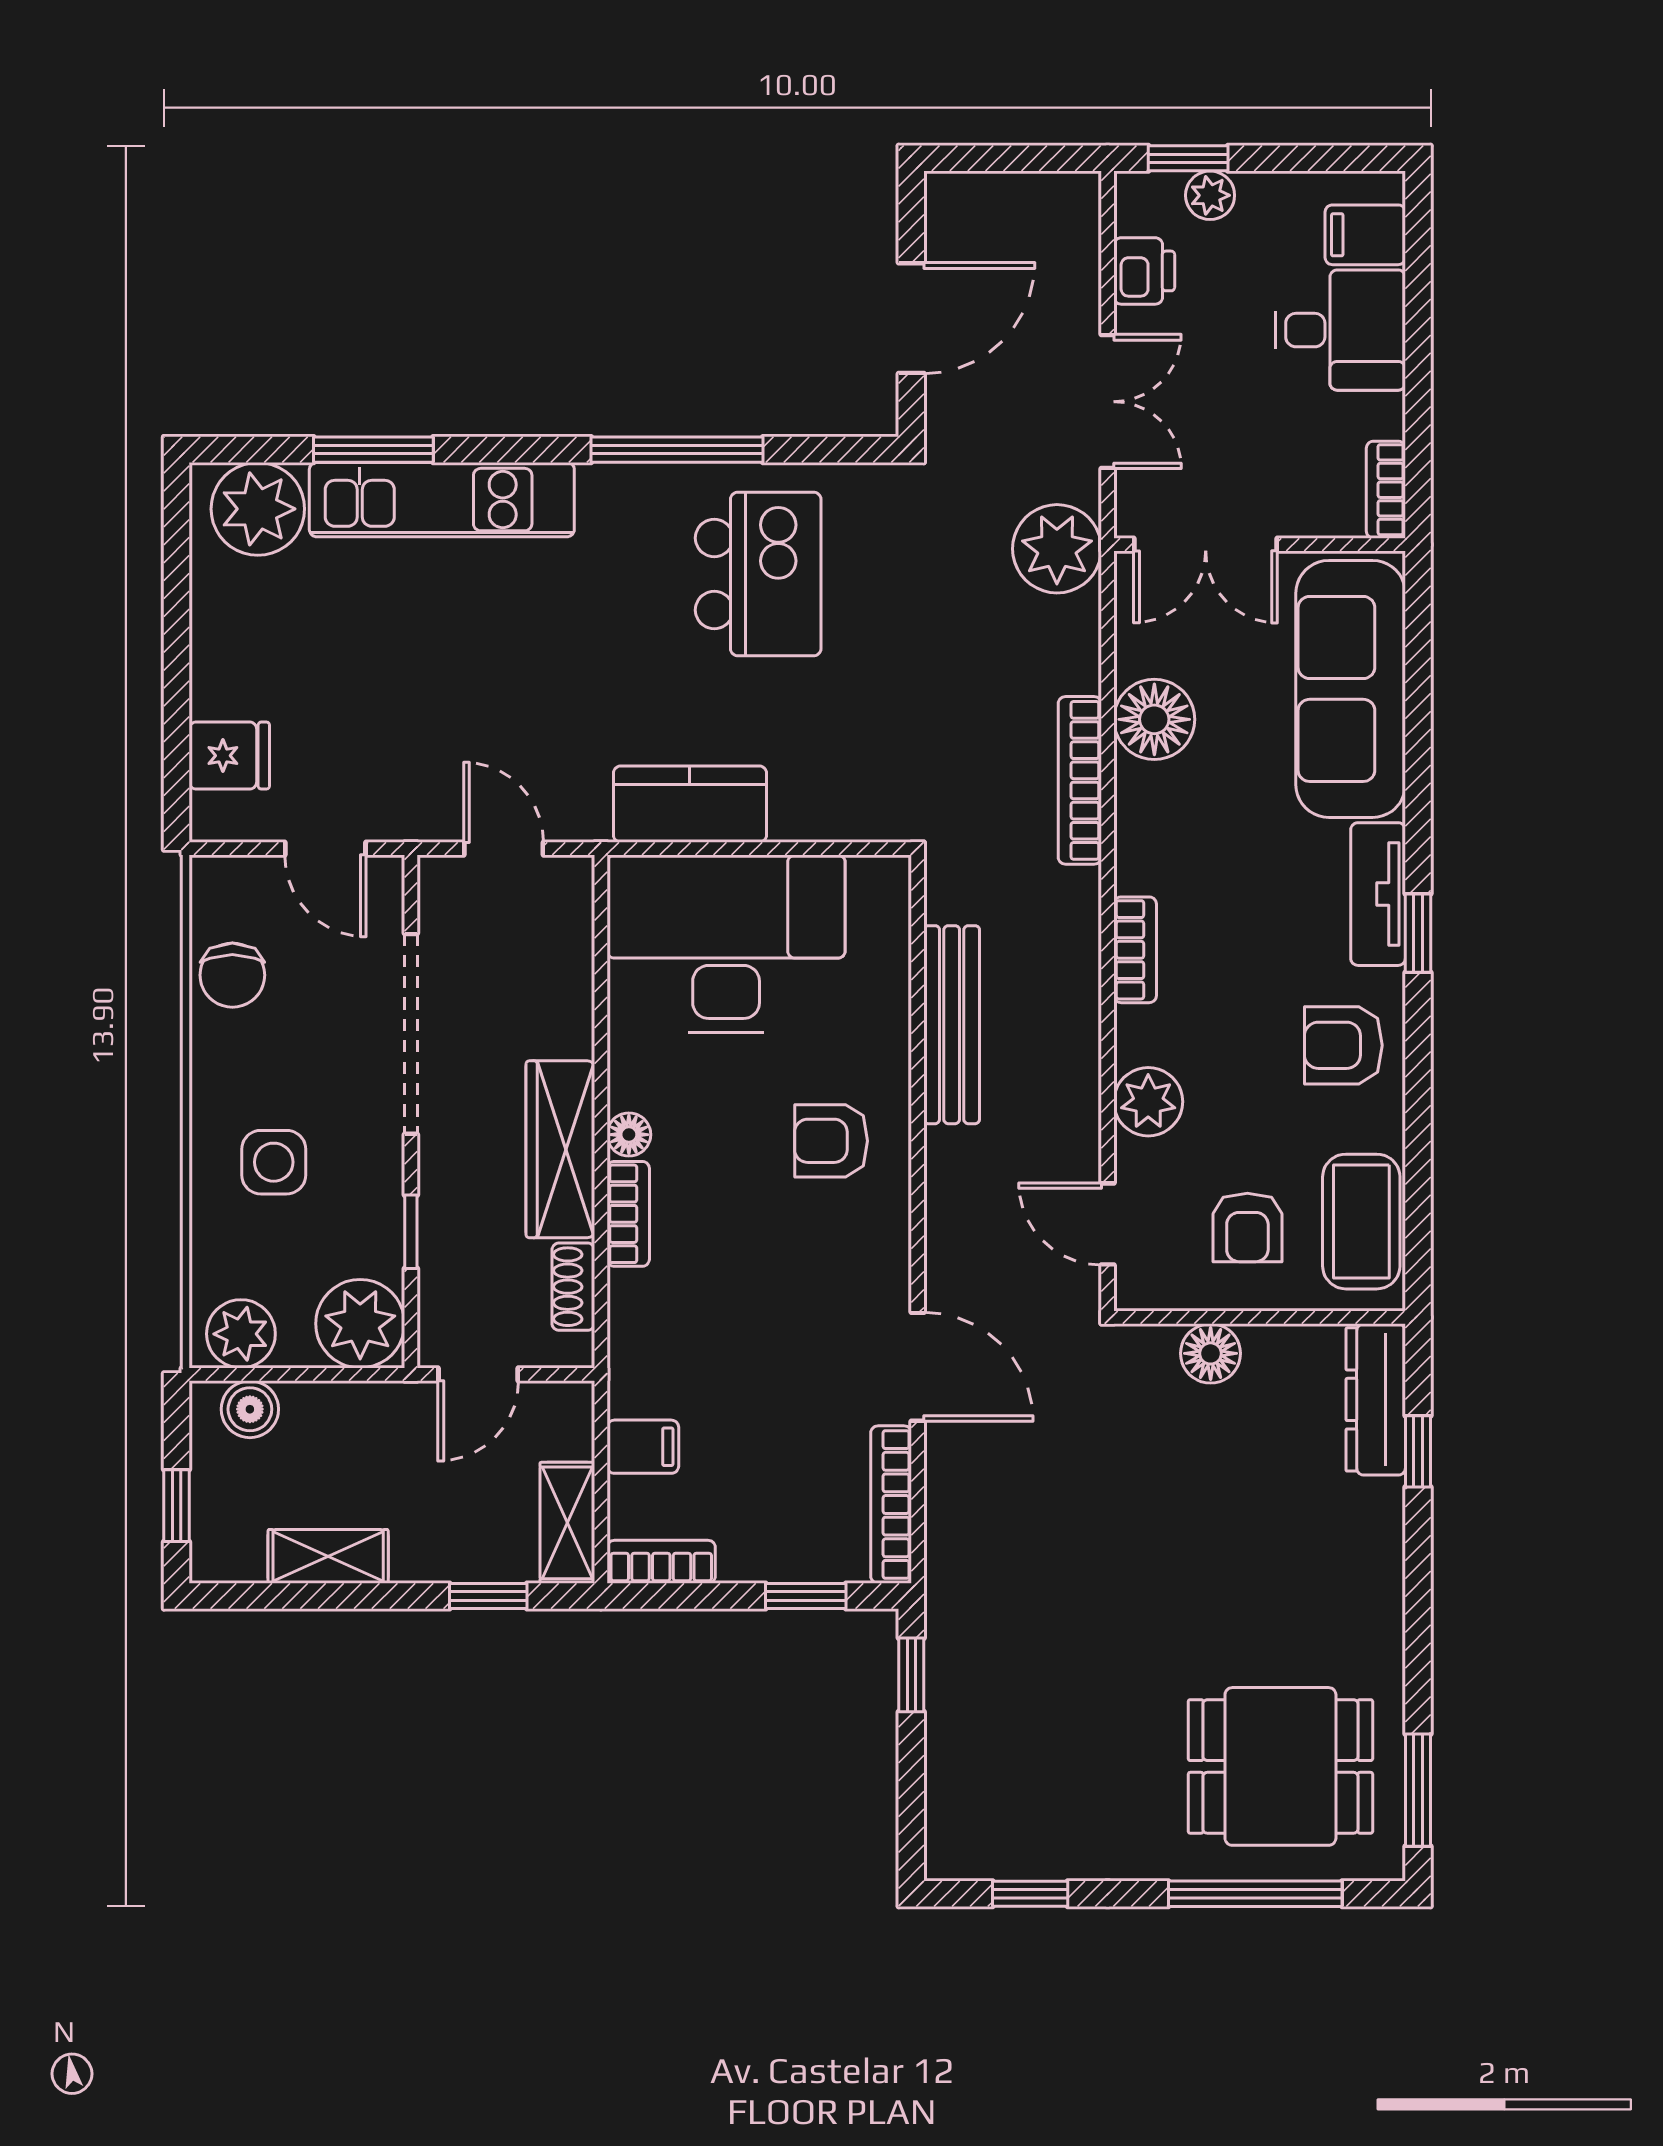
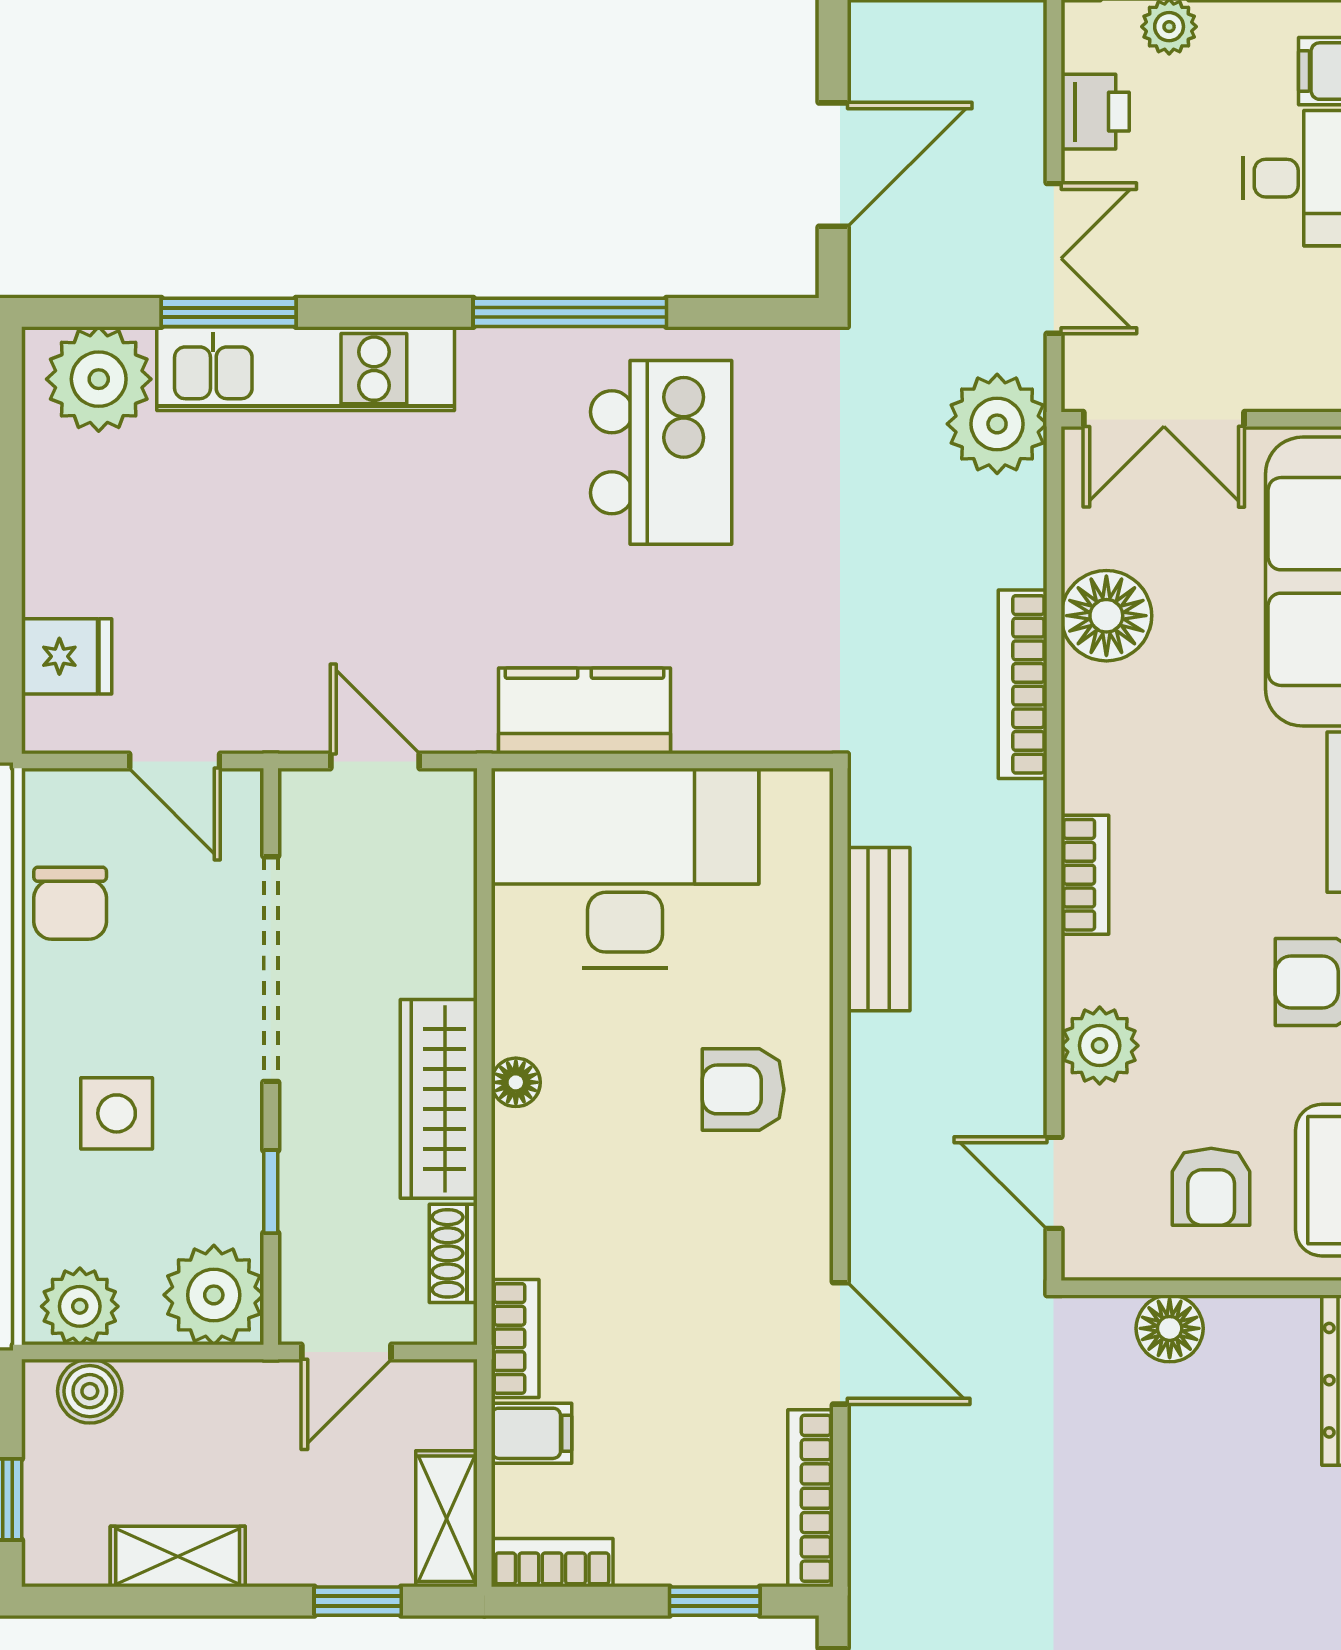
bench: (952, 1025) -> (879, 929), width x0.73
bookcase: (628, 1214) -> (515, 1338), moved

